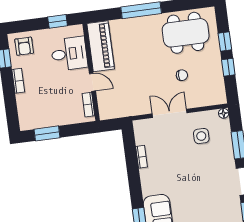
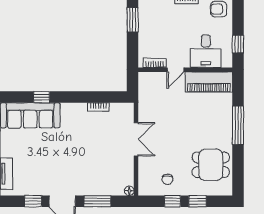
dining table: (186, 33) -> (211, 165), width x0.73
chair: (182, 75) -> (168, 179), moved
side table: (201, 136) -> (110, 167), removed

